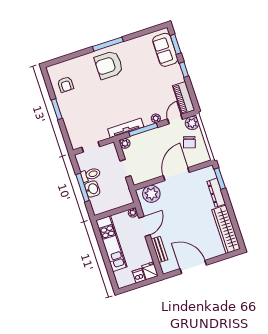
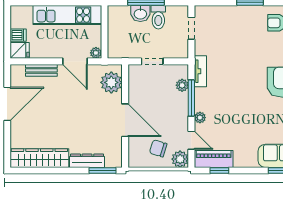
window: (184, 70) -> (219, 170), moved
tv unit: (126, 128) -> (200, 71), width x0.71
plant: (125, 143) -> (182, 85), moved

